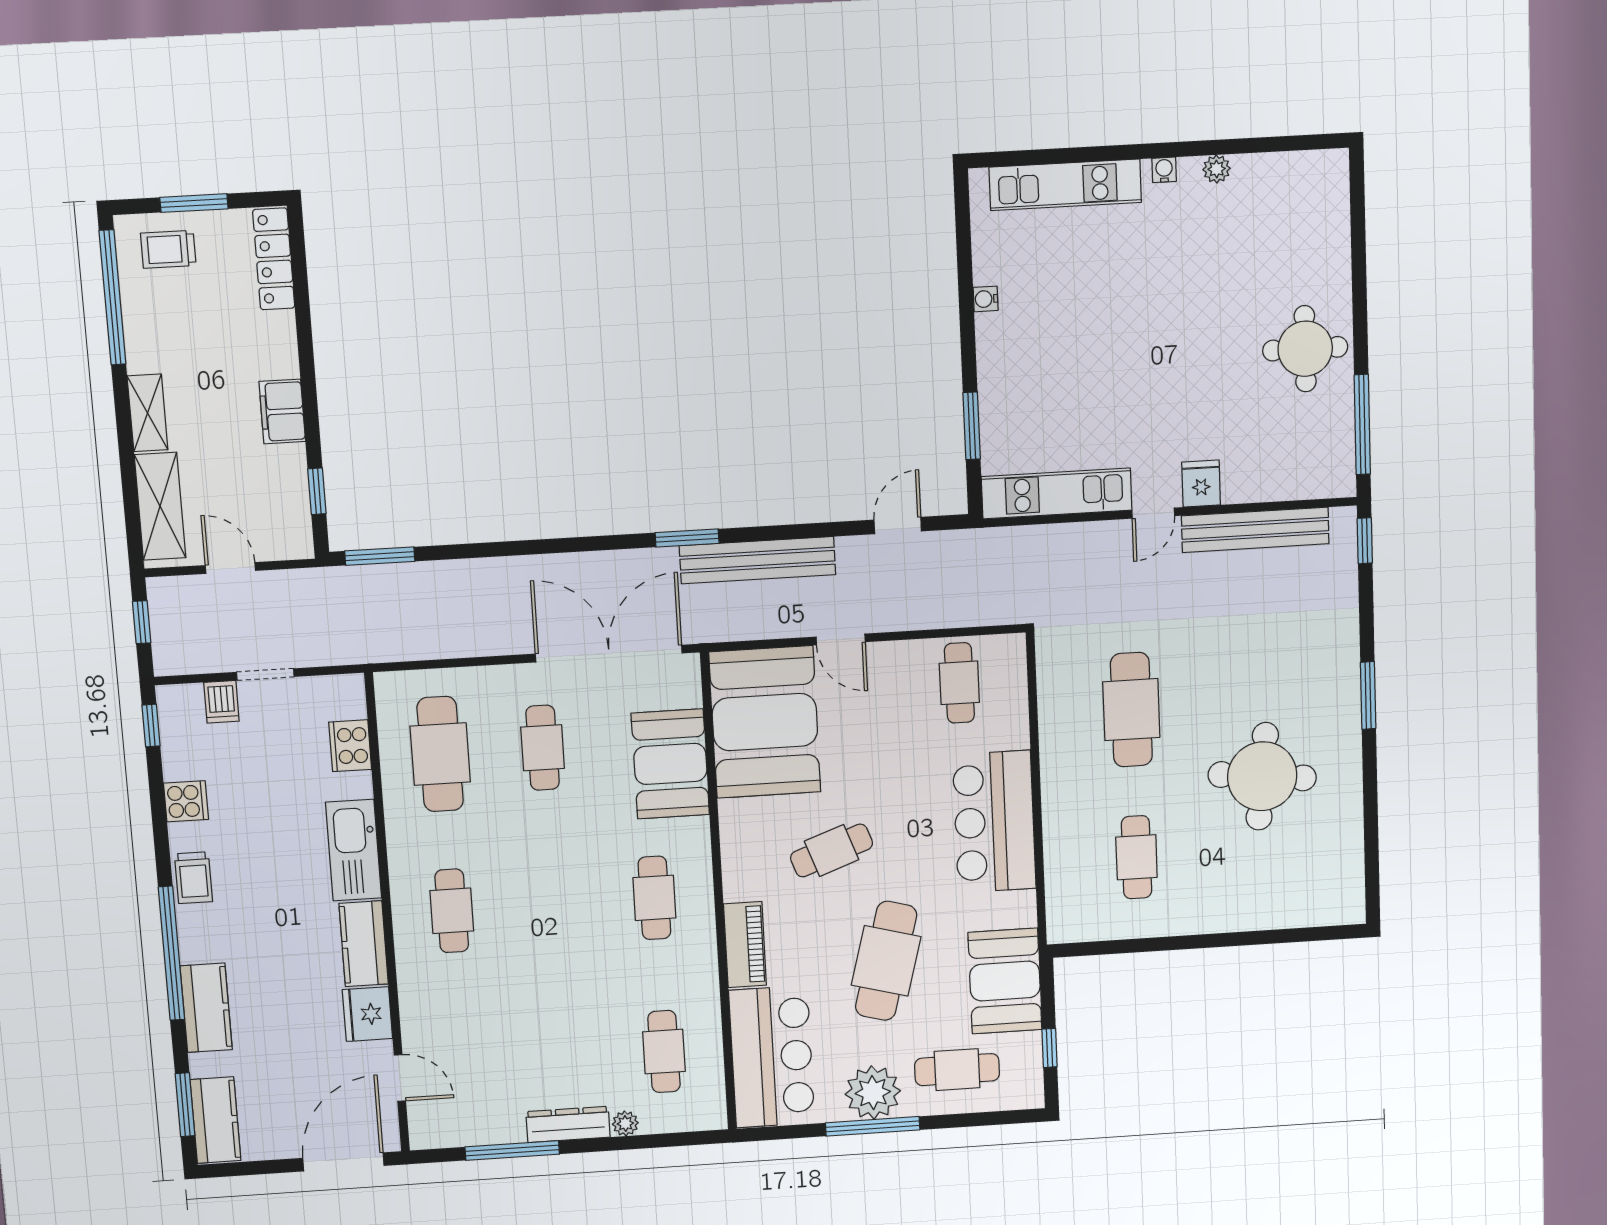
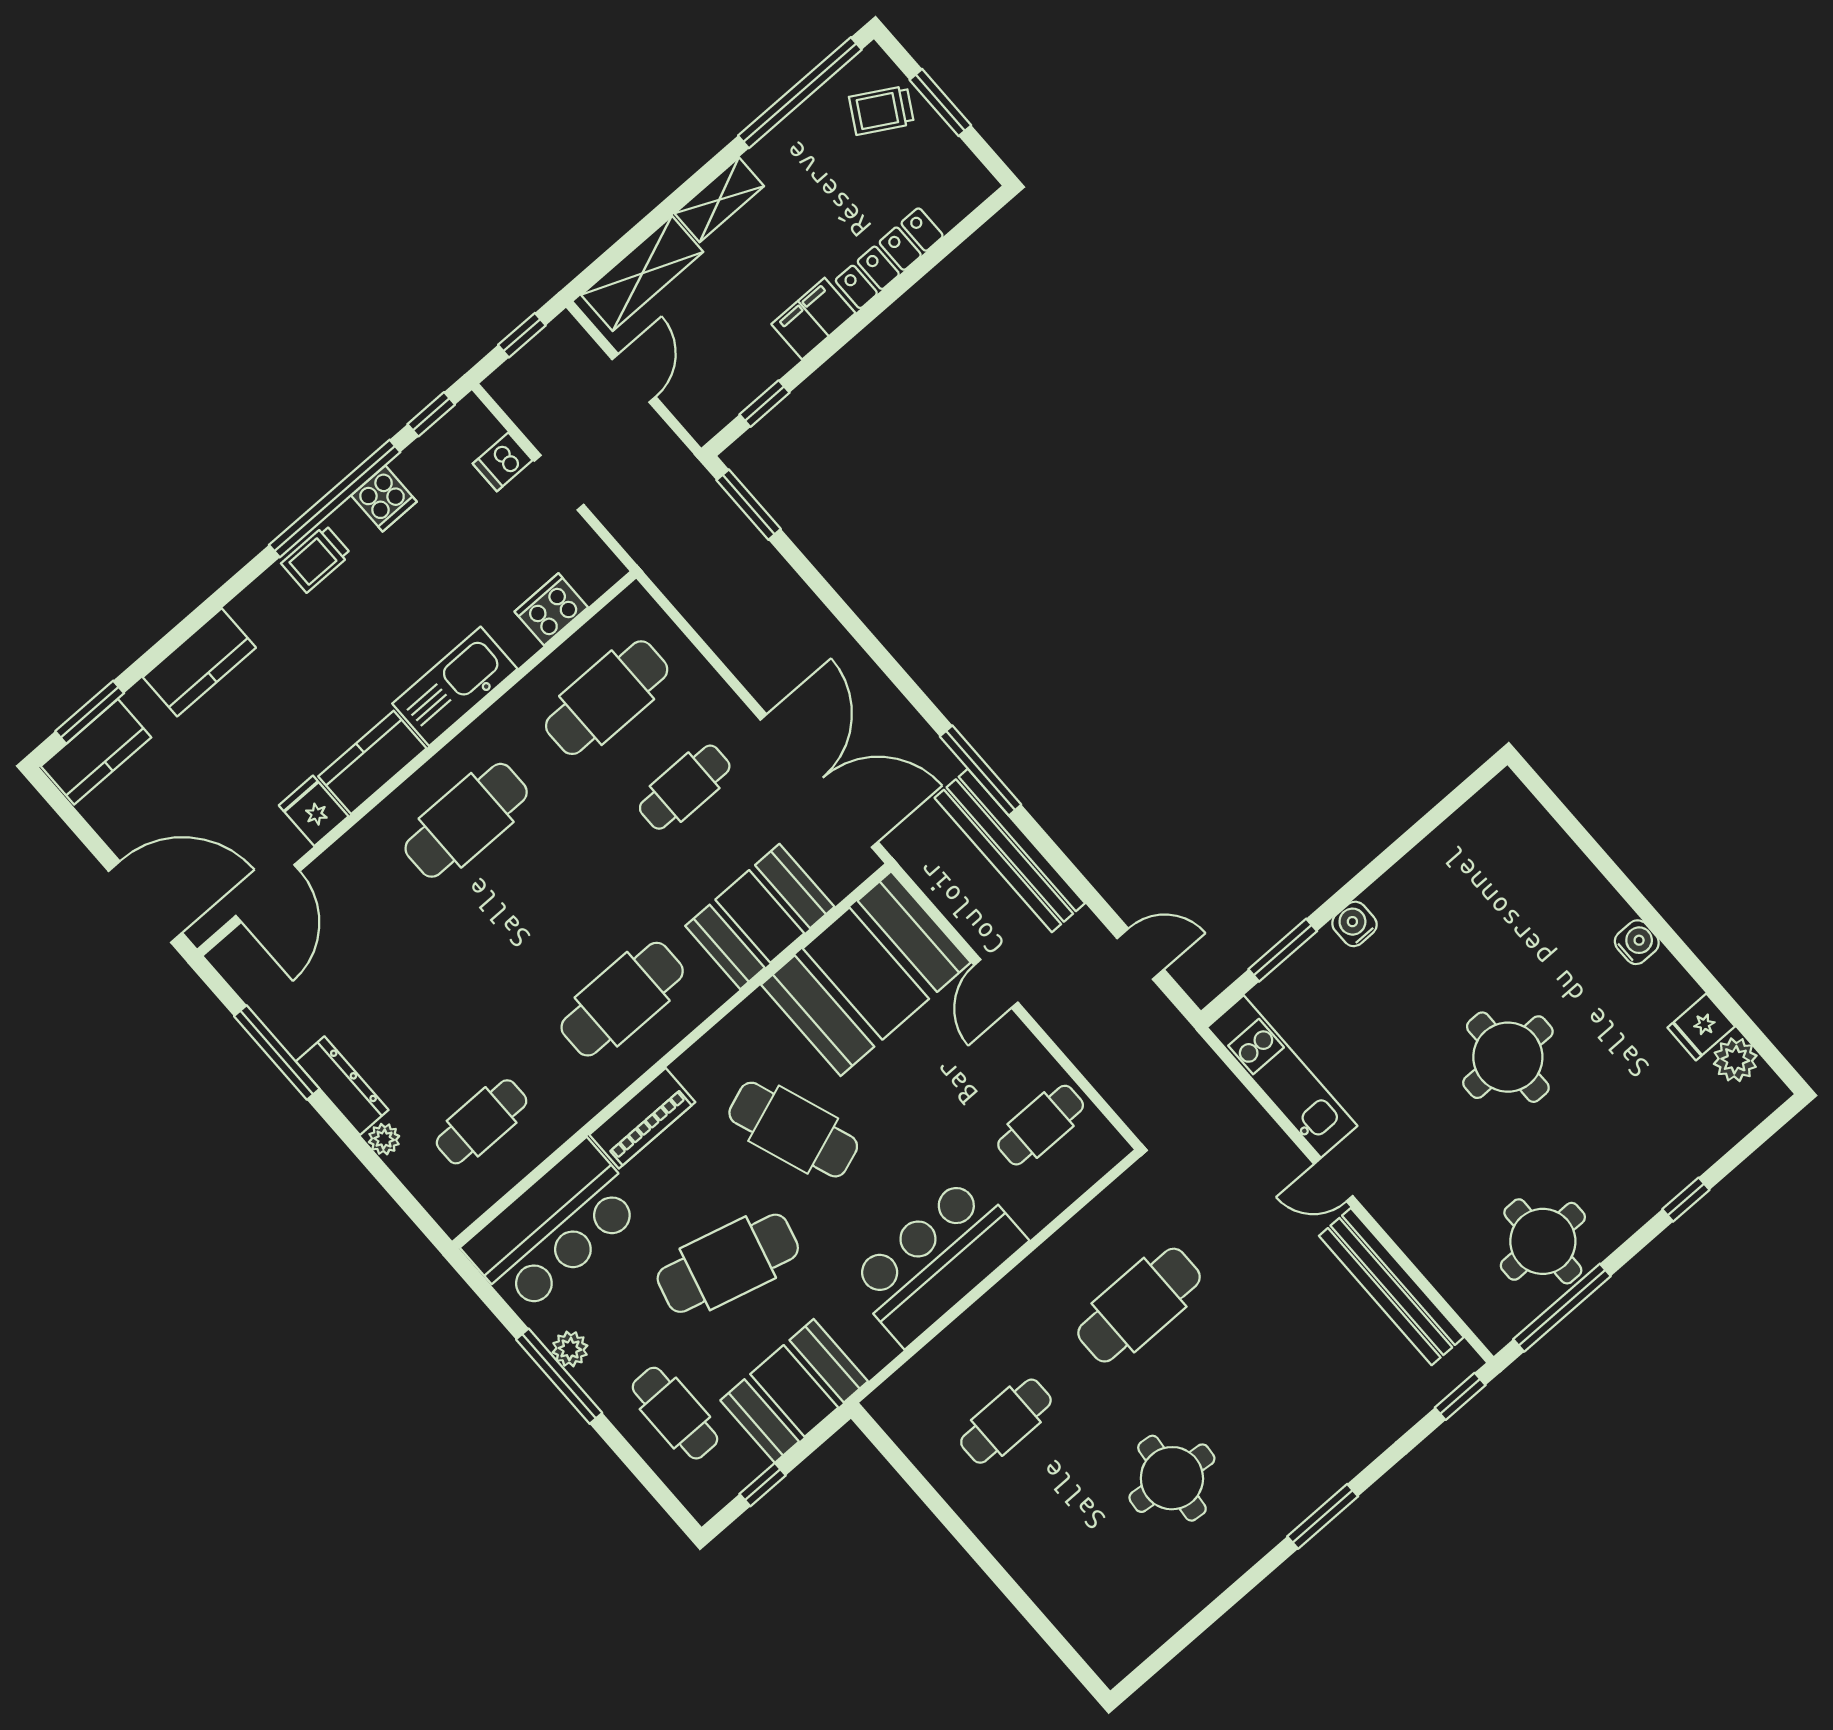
plant: (1217, 169) -> (1735, 1060), moved, width x1.38, depth x1.38
water cooler: (1164, 170) -> (1637, 942), width x1.38, depth x1.38
kitchen unit: (1065, 185) -> (1561, 864), removed
trolley: (168, 249) -> (881, 110), turned -60
locker: (274, 259) -> (889, 258), moved
window: (1359, 281) -> (1686, 1200), added
water cooler: (986, 299) -> (1354, 924), moved, width x1.38, depth x1.38
round table: (1166, 328) -> (1508, 1057), added
round table: (1305, 349) -> (1543, 1241), moved
fridge: (1201, 484) -> (1701, 1027), moved, turned 180
window: (687, 538) -> (981, 770), width x1.44
round table: (1262, 776) -> (1172, 1478), width x0.73, depth x0.73
cafe table: (832, 850) -> (793, 1130), width x1.37, depth x1.35
cafe table: (654, 898) -> (622, 999), width x1.37, depth x1.35
cafe table: (452, 911) -> (466, 820), width x1.37, depth x1.35
window: (171, 953) -> (335, 499), moved
fridge: (367, 1014) -> (314, 811), width x0.72
door: (400, 1078) -> (268, 893), width x1.38
plant: (873, 1093) -> (570, 1349), width x0.53, depth x0.53

